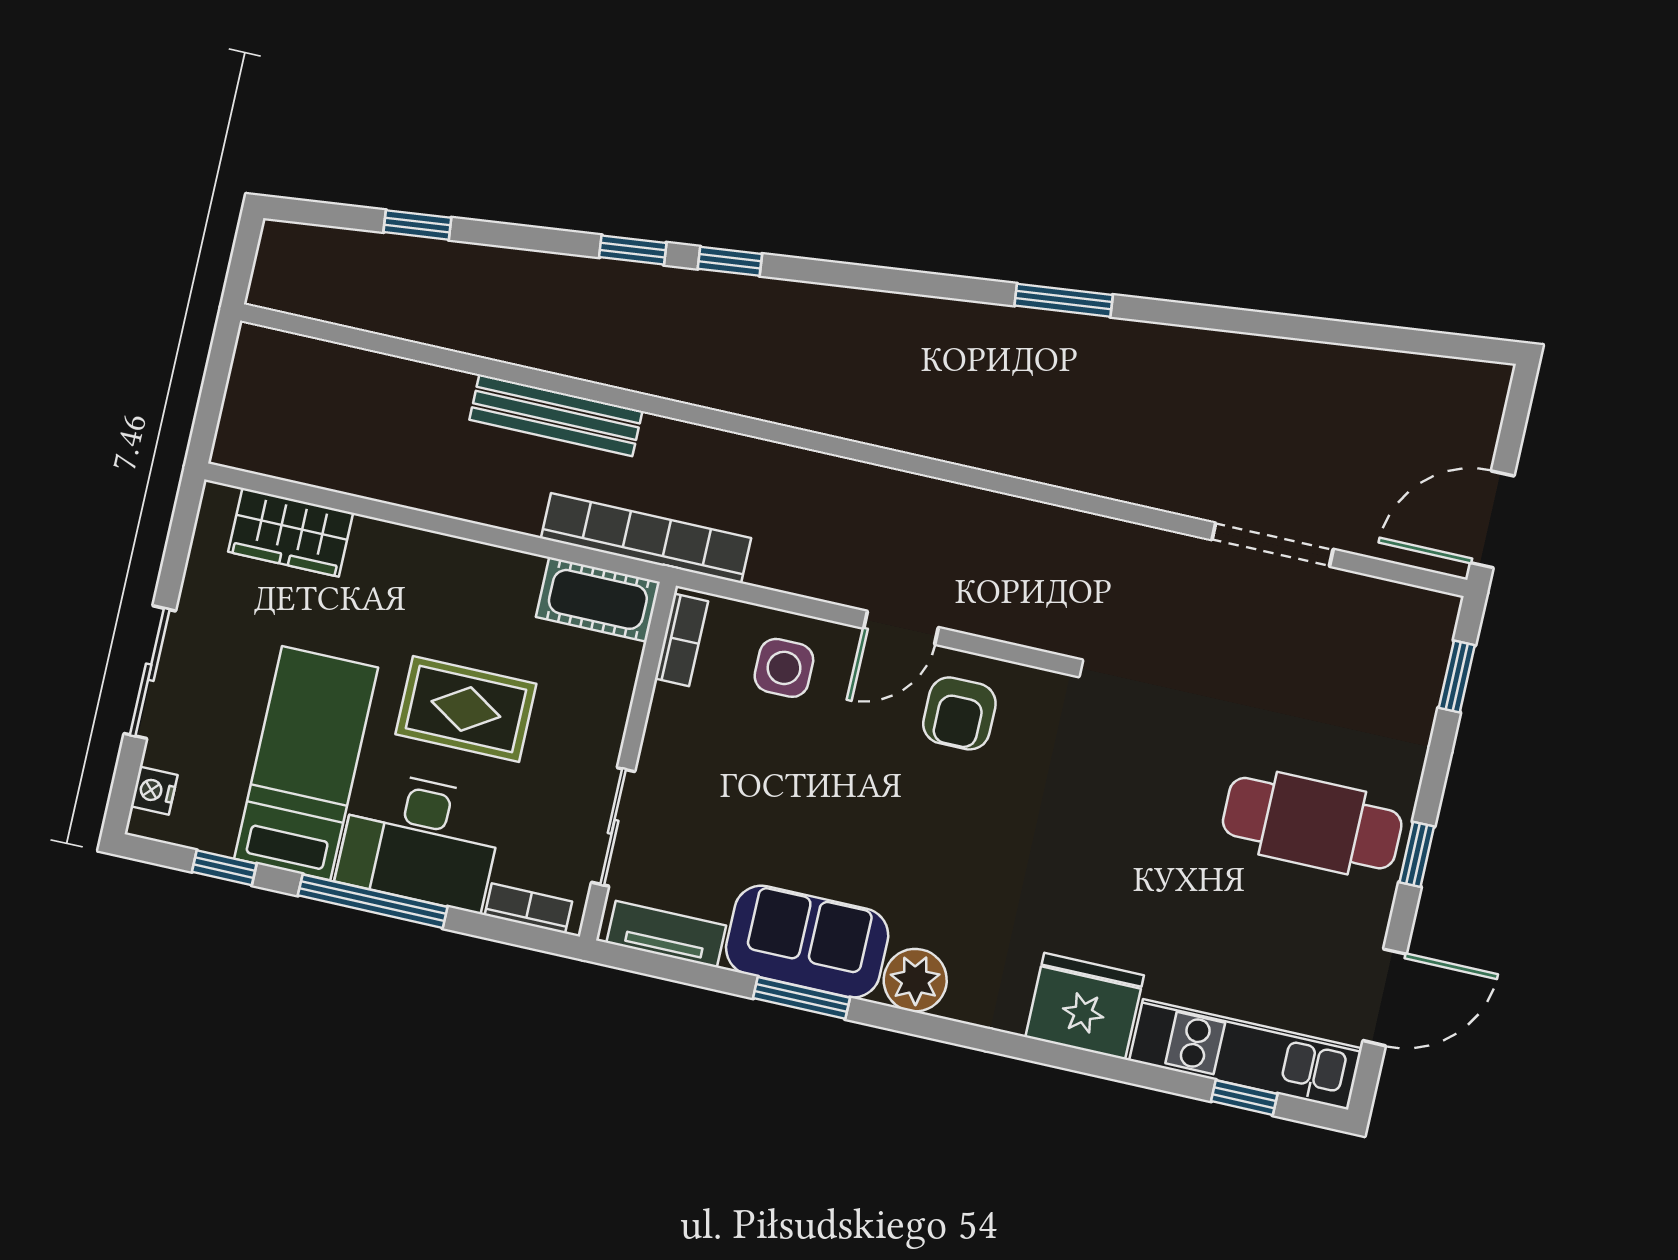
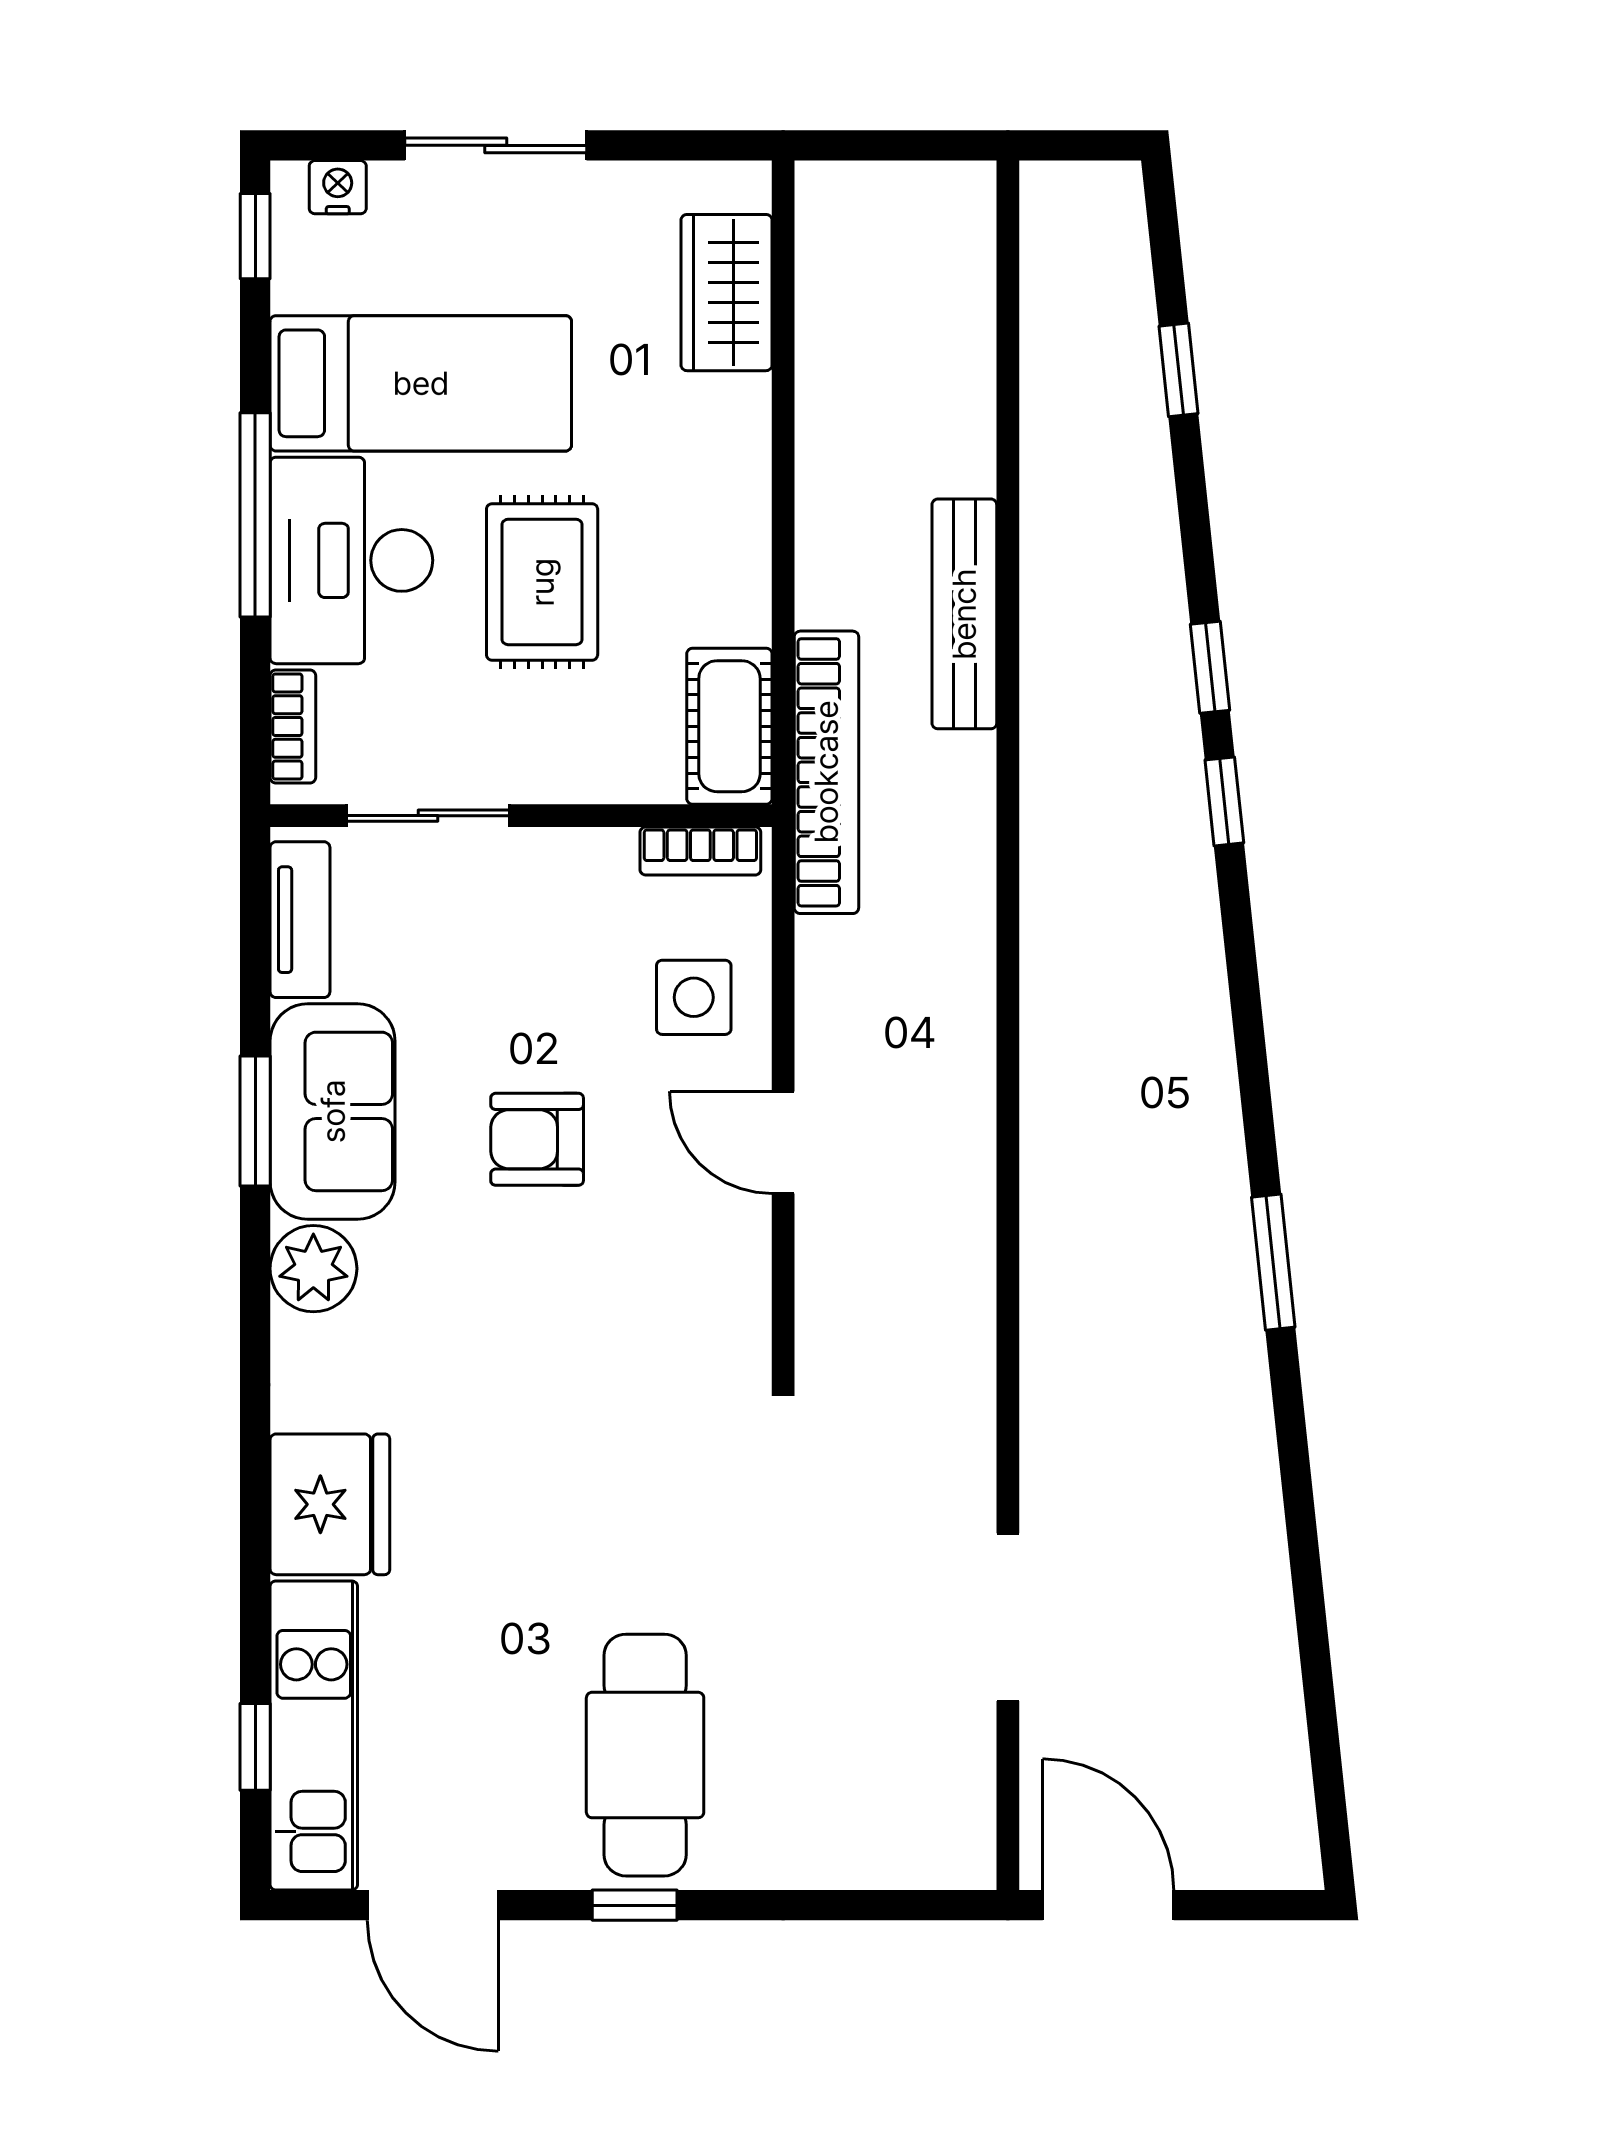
window: (1457, 676) -> (886, 1905), removed
armchair: (959, 713) -> (537, 1139), moved
window: (224, 868) -> (255, 236), moved

